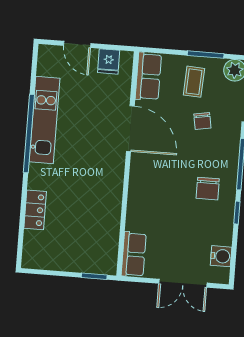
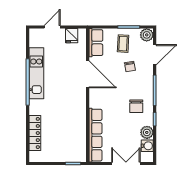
door: (77, 44) -> (52, 27), swing flipped
locker: (35, 210) -> (35, 133), width x1.53
plant: (222, 234) -> (147, 132), added
row of seats: (134, 254) -> (95, 135), width x2.02
double door: (183, 283) -> (126, 164), swing flipped

